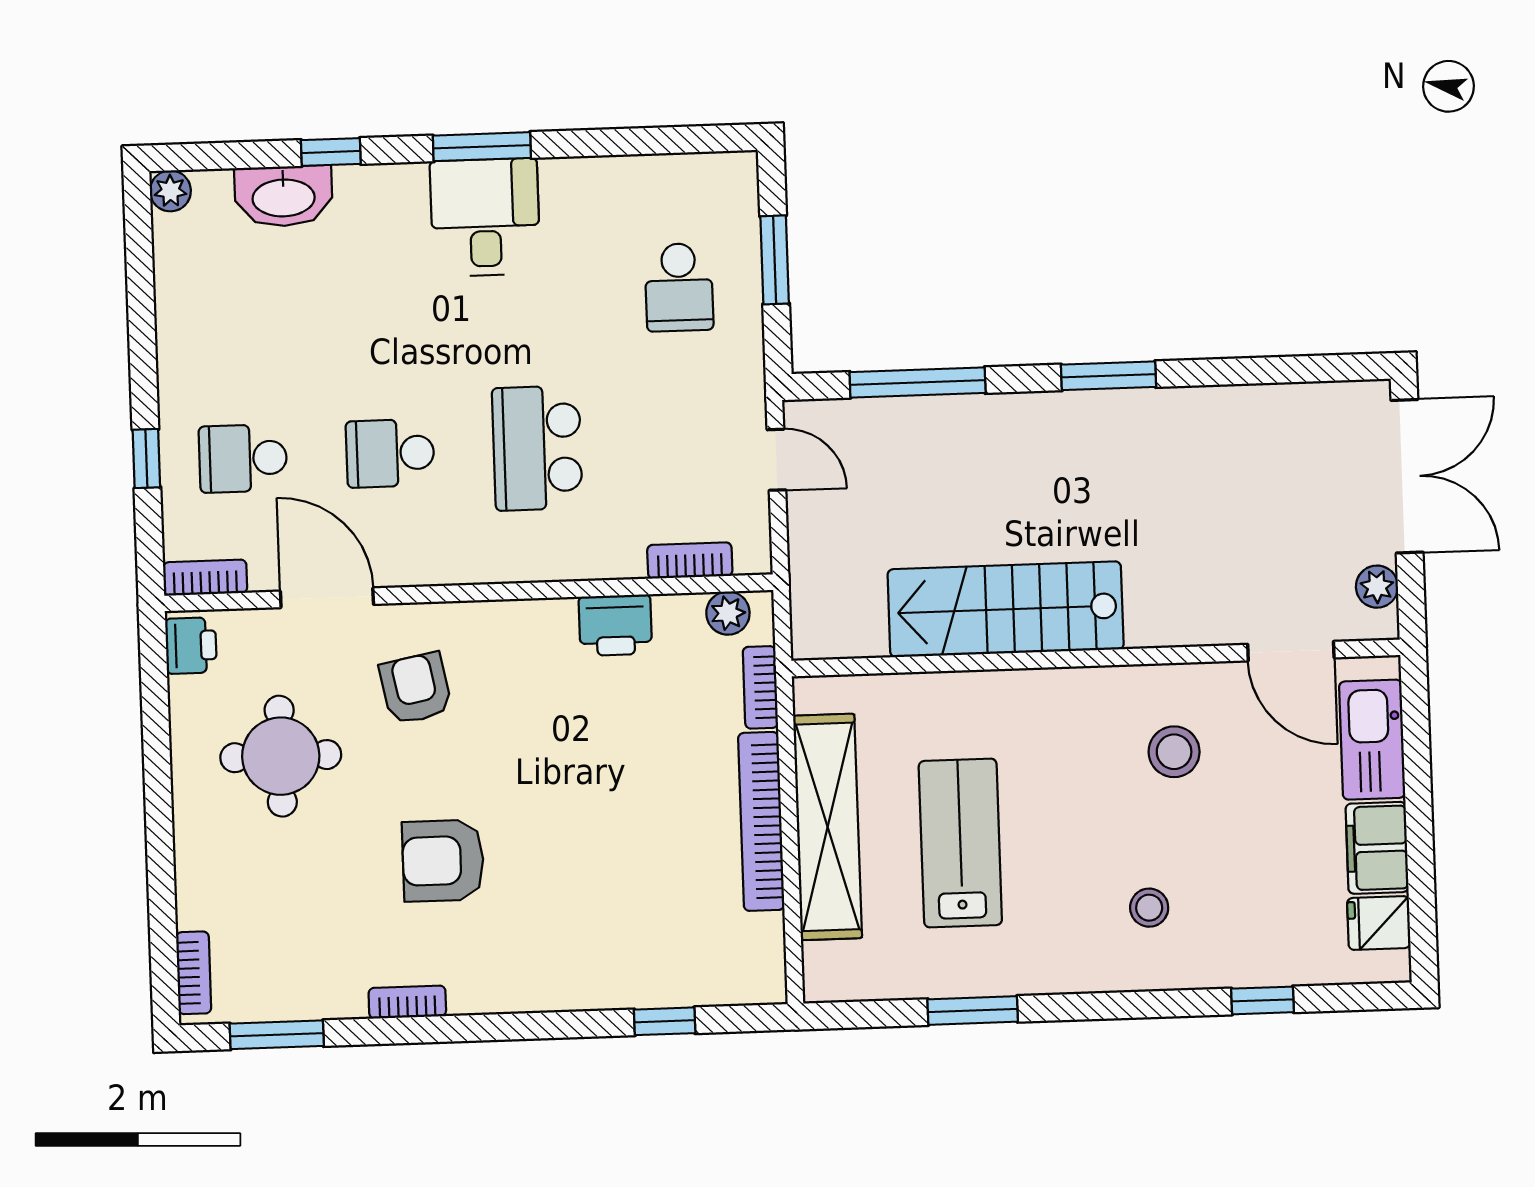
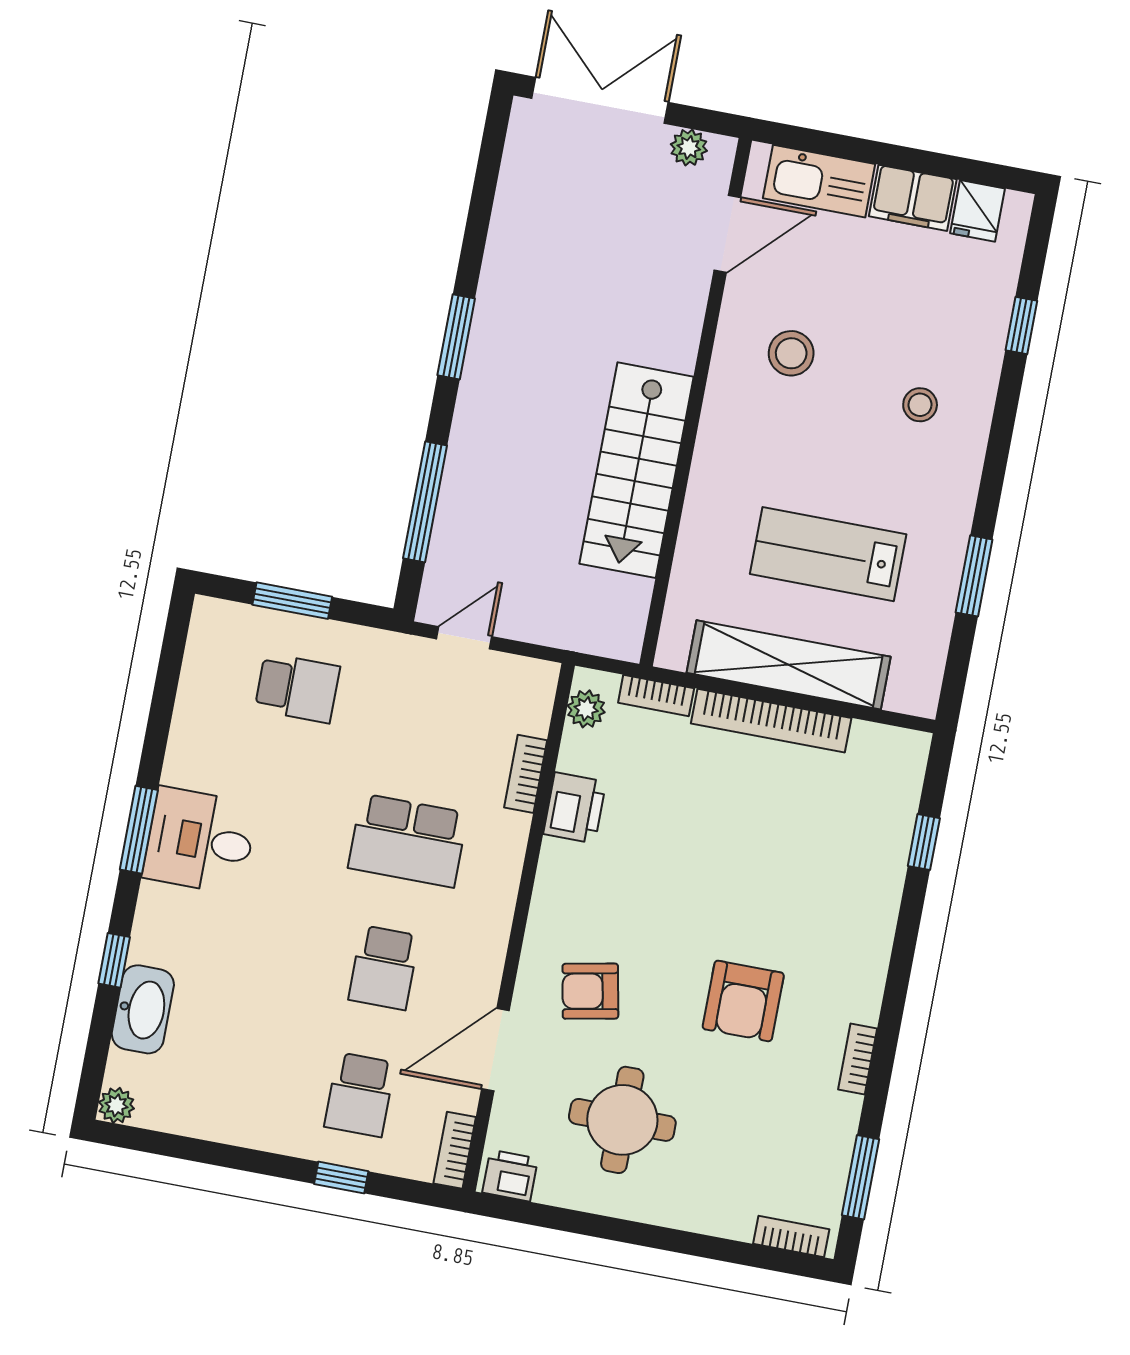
bookcase: (690, 560) -> (526, 774), moved

